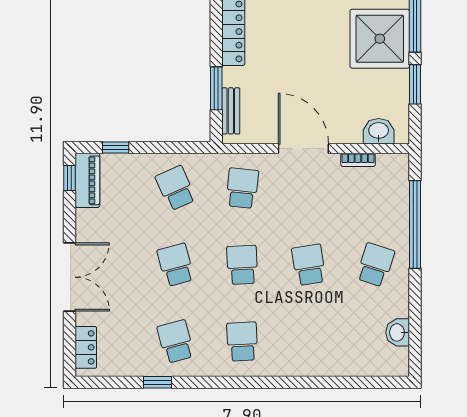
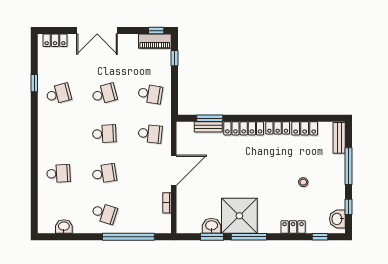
bench: (231, 111) -> (208, 127), moved
washbasin: (379, 131) -> (212, 226), moved, turned -90
school desk: (176, 188) -> (150, 94), turned 33
school desk: (242, 342) -> (58, 173), moved

